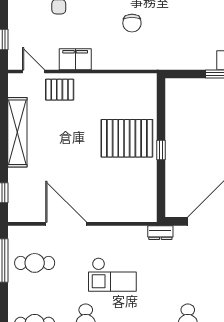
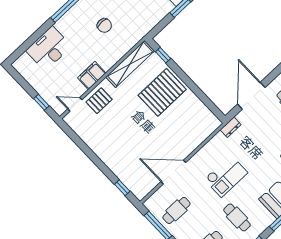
shelving: (17, 132) -> (130, 64), moved, turned 90
window: (161, 150) -> (163, 55), moved

